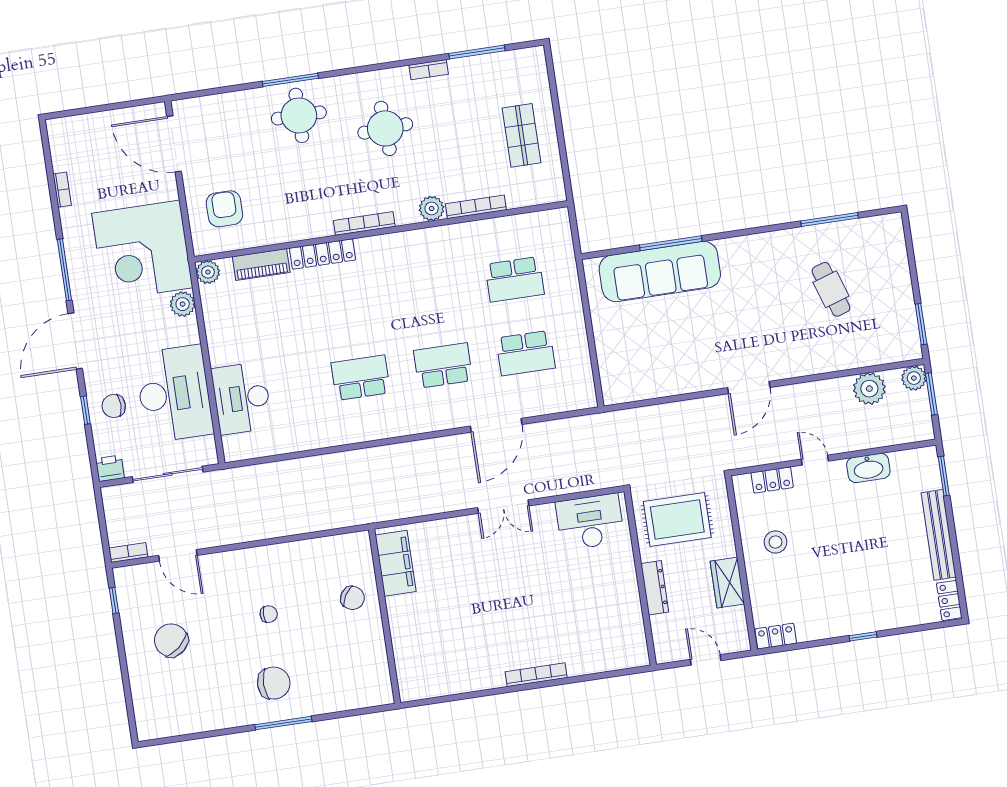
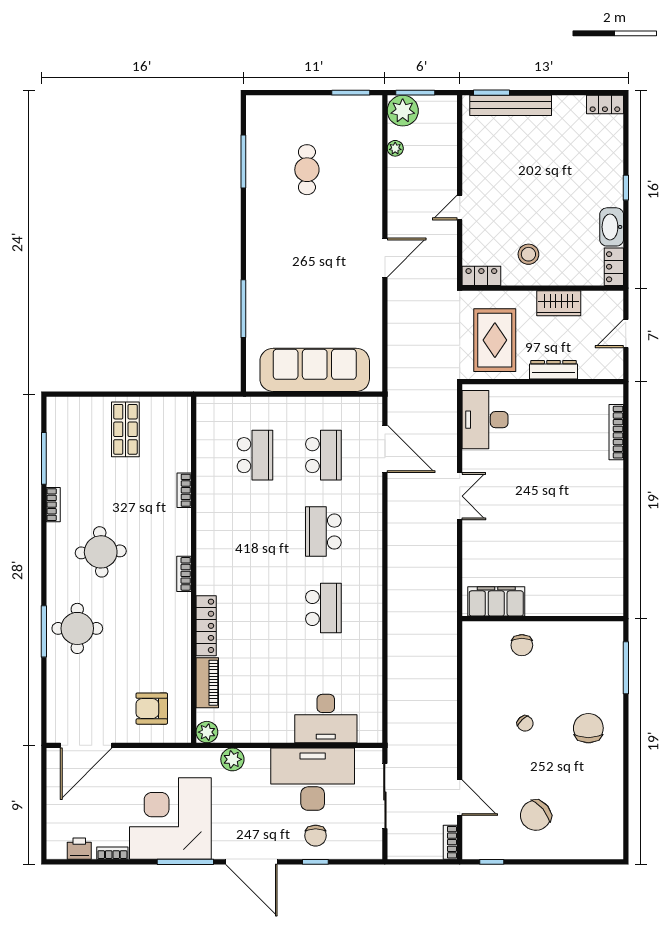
shop shelf: (521, 135) -> (125, 429), turned 90
bookcase: (476, 207) -> (184, 490), width x0.64
plant: (432, 208) -> (180, 521), removed
bookcase: (364, 223) -> (184, 574), width x0.64
corner desk: (142, 251) -> (170, 819), moved, turned 180
sofa: (660, 272) -> (315, 370), moved, turned -90
cafe table: (831, 289) -> (307, 170), turned -72
school desk: (361, 378) -> (323, 608), turned 180
plant: (914, 378) -> (403, 111), width x1.36, depth x1.36
door: (749, 387) -> (385, 258), hinge flipped
plant: (869, 389) -> (395, 148), width x0.53, depth x0.53
door: (496, 425) -> (385, 449), moved
printer: (110, 468) -> (79, 849), moved, turned 90
washbasin: (868, 468) -> (612, 227), moved, turned 180
locker: (772, 480) -> (481, 276), moved, turned -90
bench: (939, 535) -> (511, 105), moved
door: (178, 555) -> (460, 798), hinge flipped
chair: (352, 598) -> (522, 645), turned 149
chair: (269, 614) -> (525, 723), turned 137
bookcase: (536, 675) -> (616, 432), moved
window: (283, 723) -> (626, 668), moved

